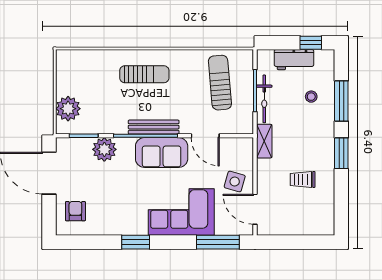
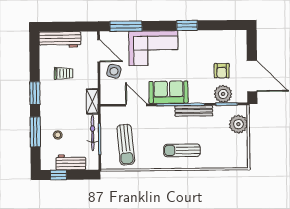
bench: (154, 127) -> (194, 111), moved
plant: (104, 149) -> (223, 94), moved
armchair: (75, 211) -> (222, 71), moved
workbench: (307, 225) -> (60, 40), added

